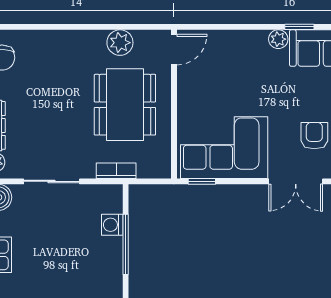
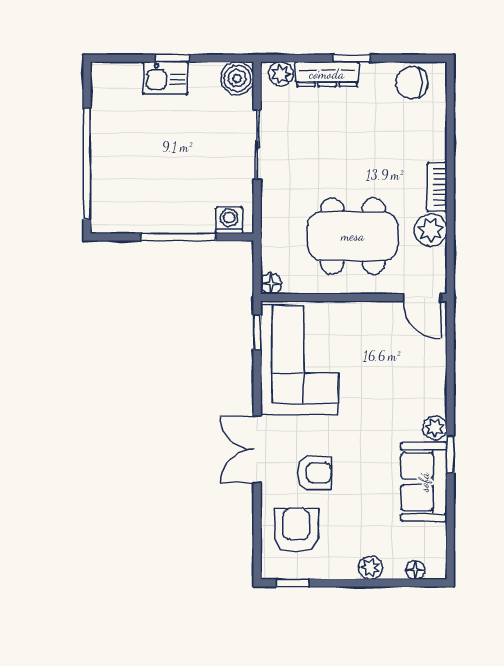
floor lamp: (163, 170) -> (271, 284), added
bookcase: (116, 171) -> (437, 187), moved, turned 180
washing machine: (112, 225) -> (229, 220), moved

